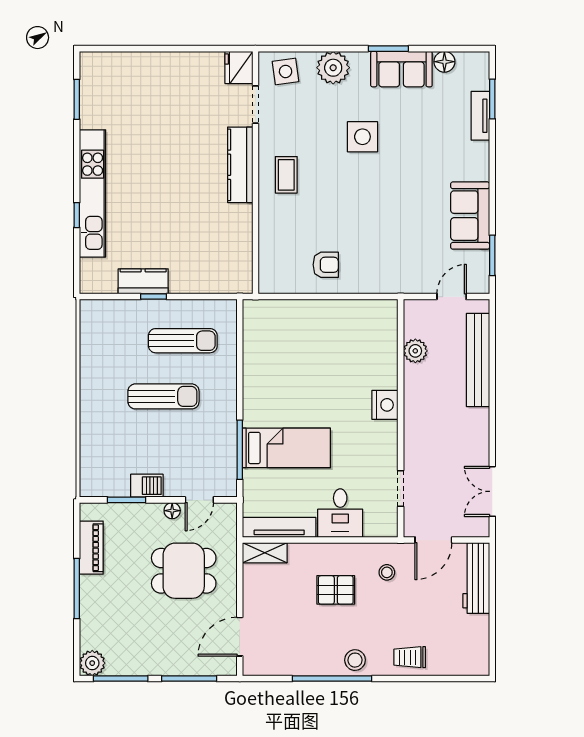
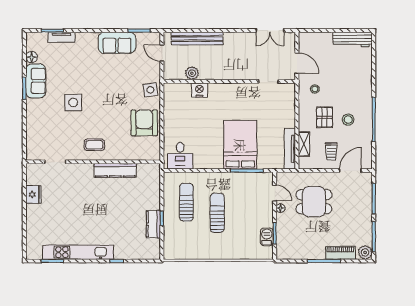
fridge: (239, 67) -> (33, 195), moved, turned -90
plant: (333, 68) -> (35, 119), removed
side table: (286, 71) -> (150, 90), moved
kitchen counter: (240, 165) -> (115, 170), moved
kitchen unit: (93, 193) -> (78, 252), moved
armchair: (326, 265) -> (144, 123), width x1.88, depth x1.88
nightstand: (385, 405) -> (199, 90), moved
bed: (286, 448) -> (240, 145), width x1.50
barbecue: (147, 486) -> (267, 237), moved
desk: (340, 513) -> (180, 156), moved, turned 90
piano: (91, 548) -> (340, 253), moved
shelving: (265, 553) -> (304, 144), moved
dining table: (184, 571) -> (314, 202), turned 90
workbench: (476, 578) -> (353, 39), moved
door: (240, 637) -> (350, 171), swing flipped
trolley: (410, 657) -> (331, 151), moved
stool: (355, 660) -> (348, 120), moved

